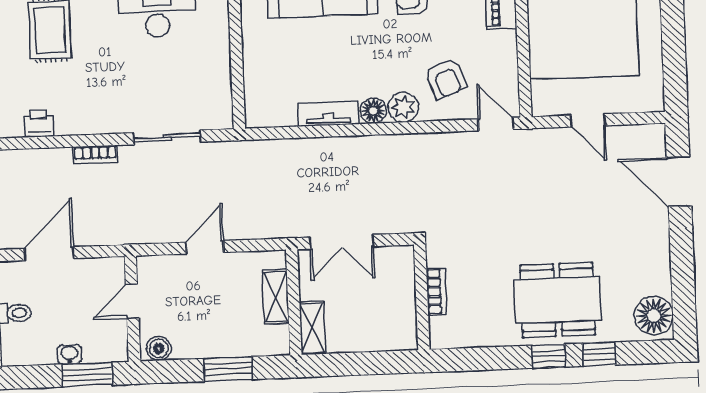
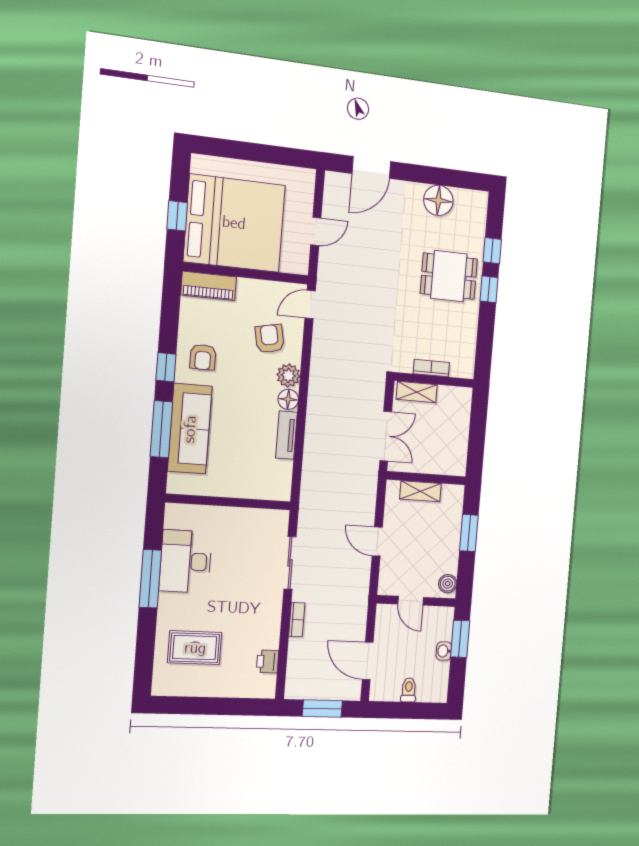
armchair: (446, 78) -> (270, 339), turned -80
dining table: (558, 300) -> (449, 276), width x0.73
floor lamp: (654, 316) -> (438, 200), moved
shelving: (312, 328) -> (417, 392), moved

